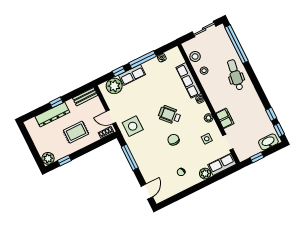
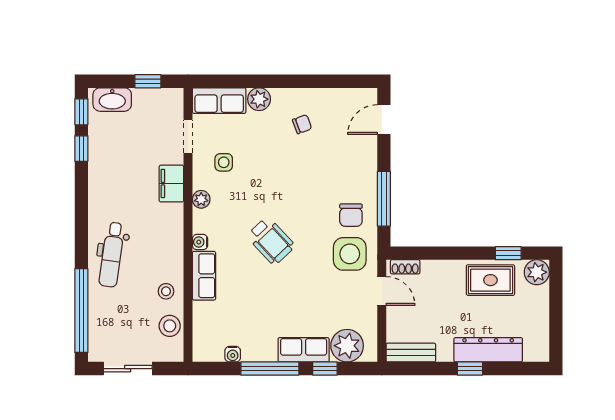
row of seats: (188, 80) -> (204, 276), width x0.68
rug: (76, 132) -> (490, 280), moved
chair: (174, 140) -> (351, 215), moved

